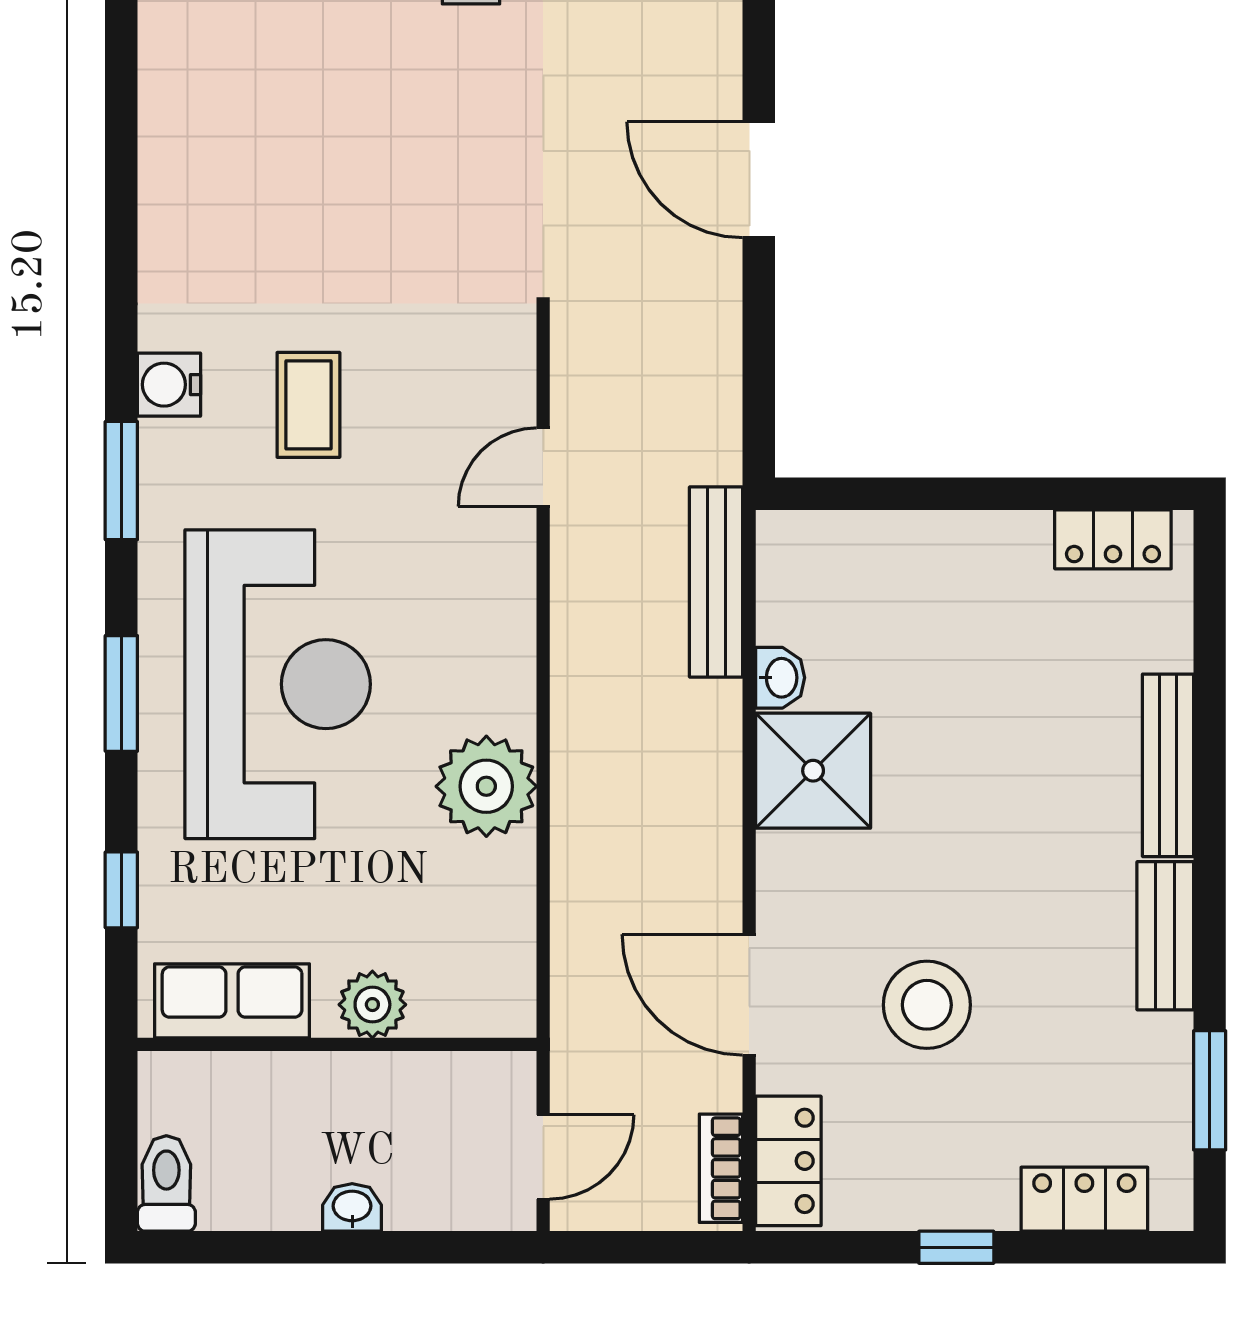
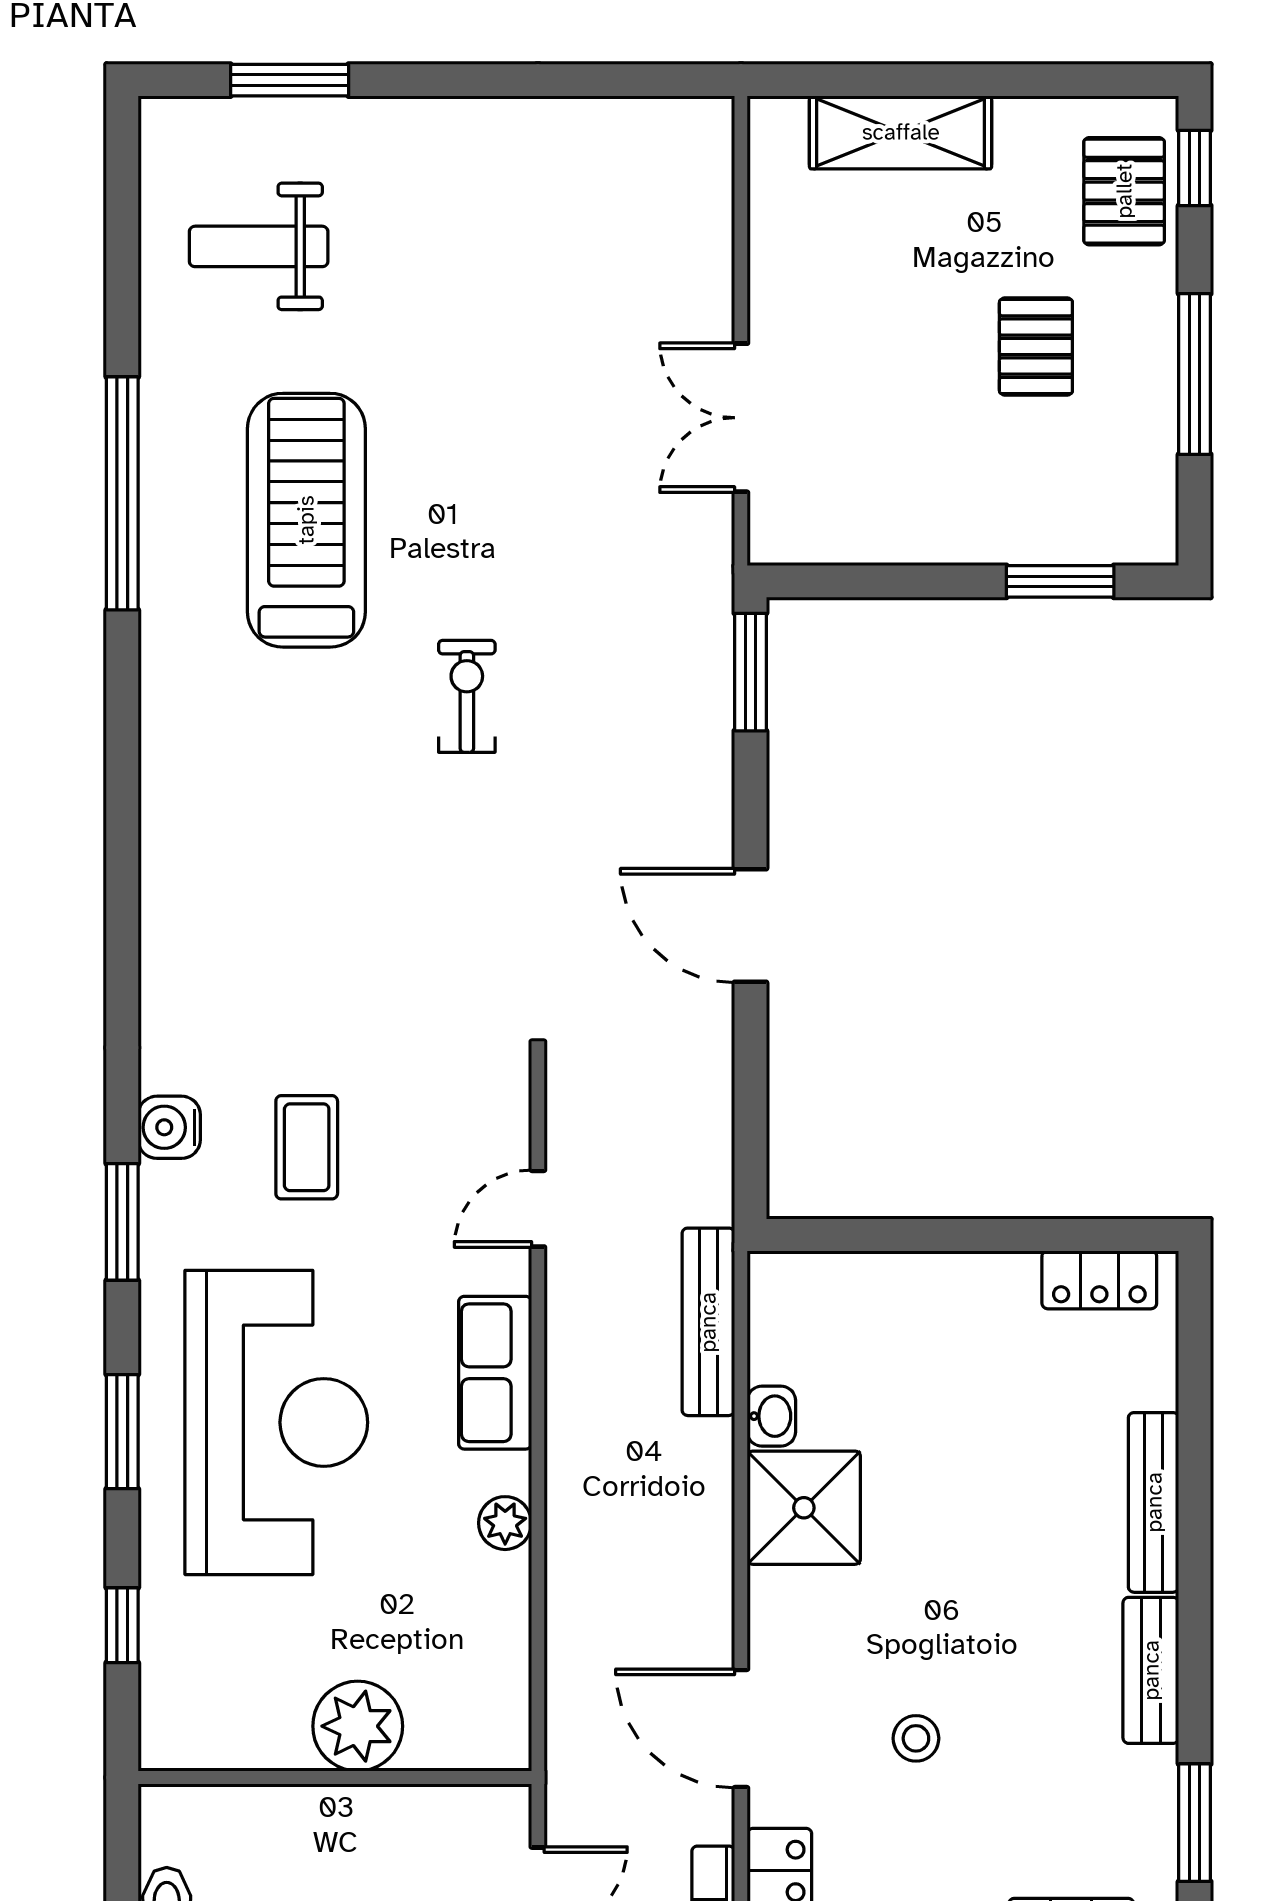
plant: (486, 786) -> (505, 1523), width x0.53, depth x0.53
row of seats: (232, 1001) -> (495, 1373), moved, turned -90
plant: (372, 1005) -> (358, 1726), width x1.36, depth x1.36
stool: (927, 1005) -> (916, 1738), width x0.53, depth x0.53

